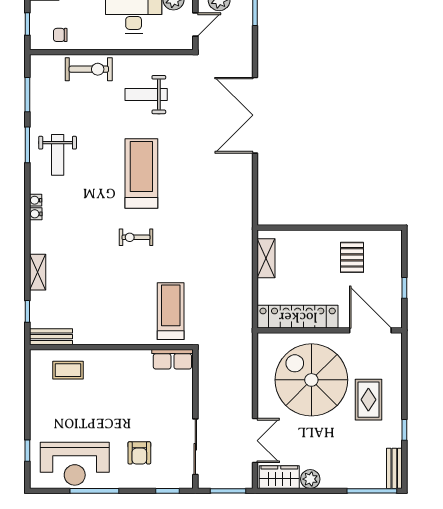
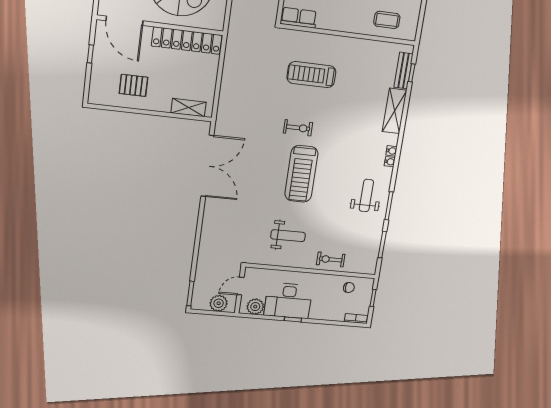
exercise bike: (89, 69) -> (331, 259), width x0.73, depth x0.72
double door: (255, 115) -> (207, 166), moved
exercise bike: (136, 237) -> (298, 128), moved
pallet: (352, 257) -> (133, 85), turned 90
shelving: (266, 258) -> (189, 108), moved, turned 90
shelving: (38, 272) -> (395, 111), width x1.50, depth x1.33
treadmill: (171, 311) -> (311, 75), moved, turned 90
bench: (51, 337) -> (404, 71), moved, turned 90

